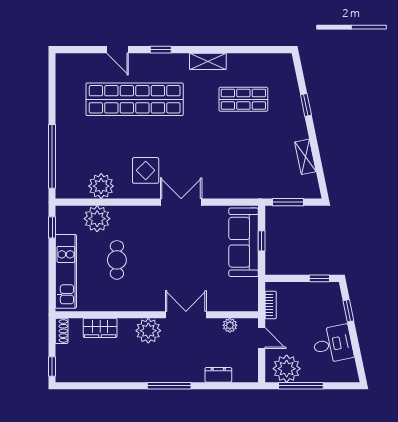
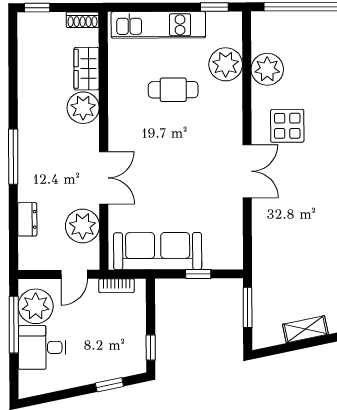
sofa: (244, 242) -> (158, 251), moved
plant: (230, 325) -> (83, 226), width x1.87, depth x1.87
plant: (148, 331) -> (83, 108), moved
desk: (333, 344) -> (42, 347), moved, turned 102

